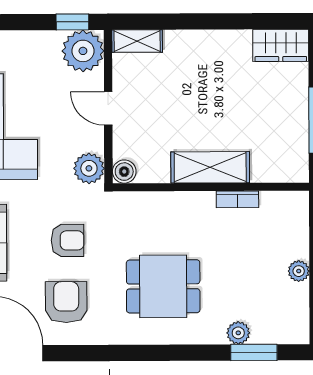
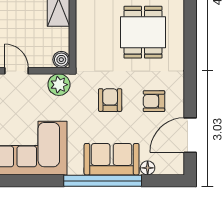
door: (108, 108) -> (16, 71), swing flipped
armchair: (66, 302) -> (154, 101), width x0.72, depth x0.72

